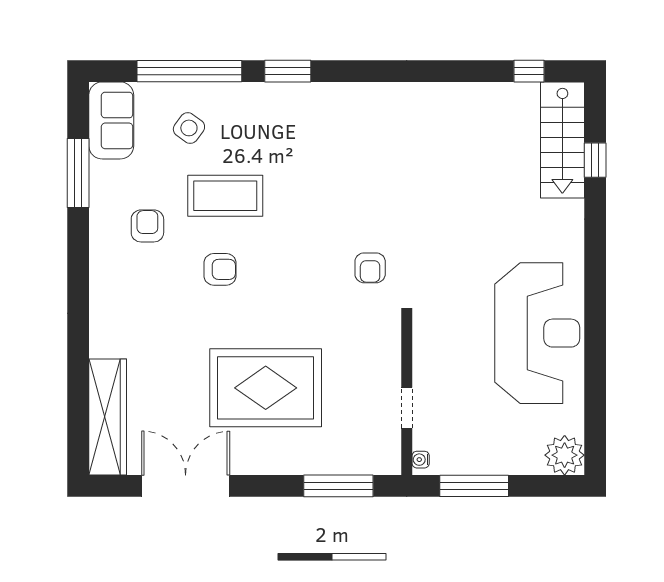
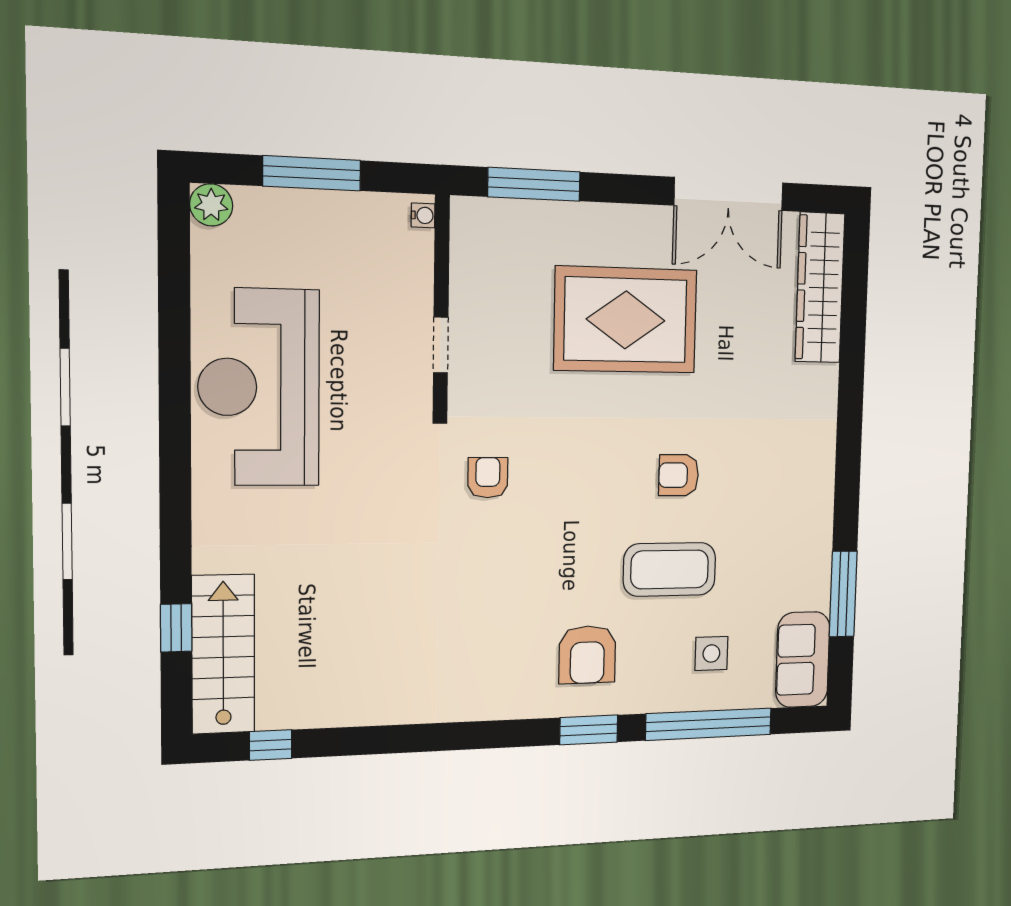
side table: (189, 128) -> (711, 653), turned -36
armchair: (147, 226) -> (587, 655), moved, width x1.38, depth x1.38
doorway: (407, 408) -> (441, 345), moved
plant: (565, 455) -> (211, 205), width x0.73, depth x0.73
window: (474, 486) -> (312, 173), moved

